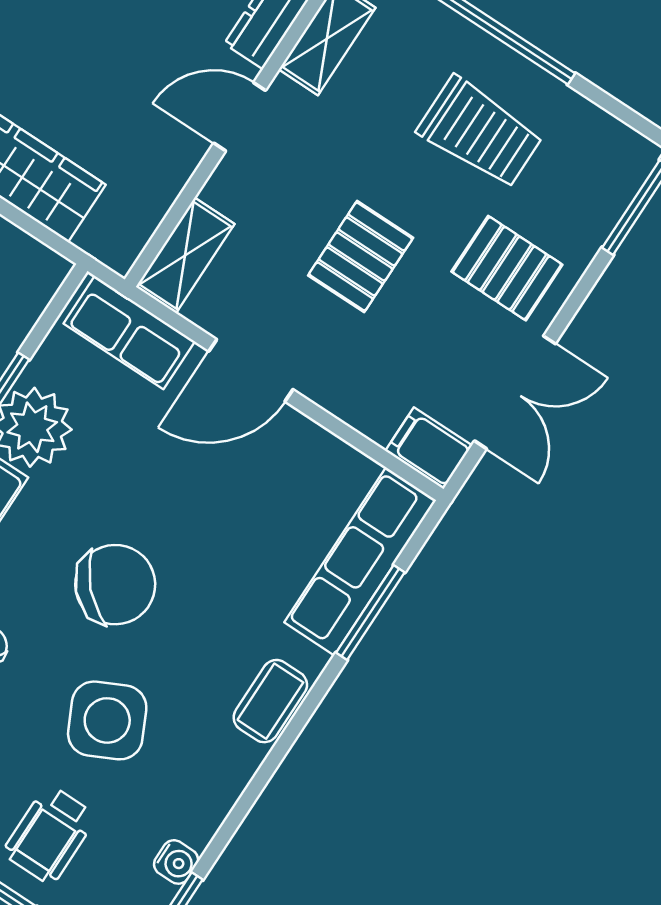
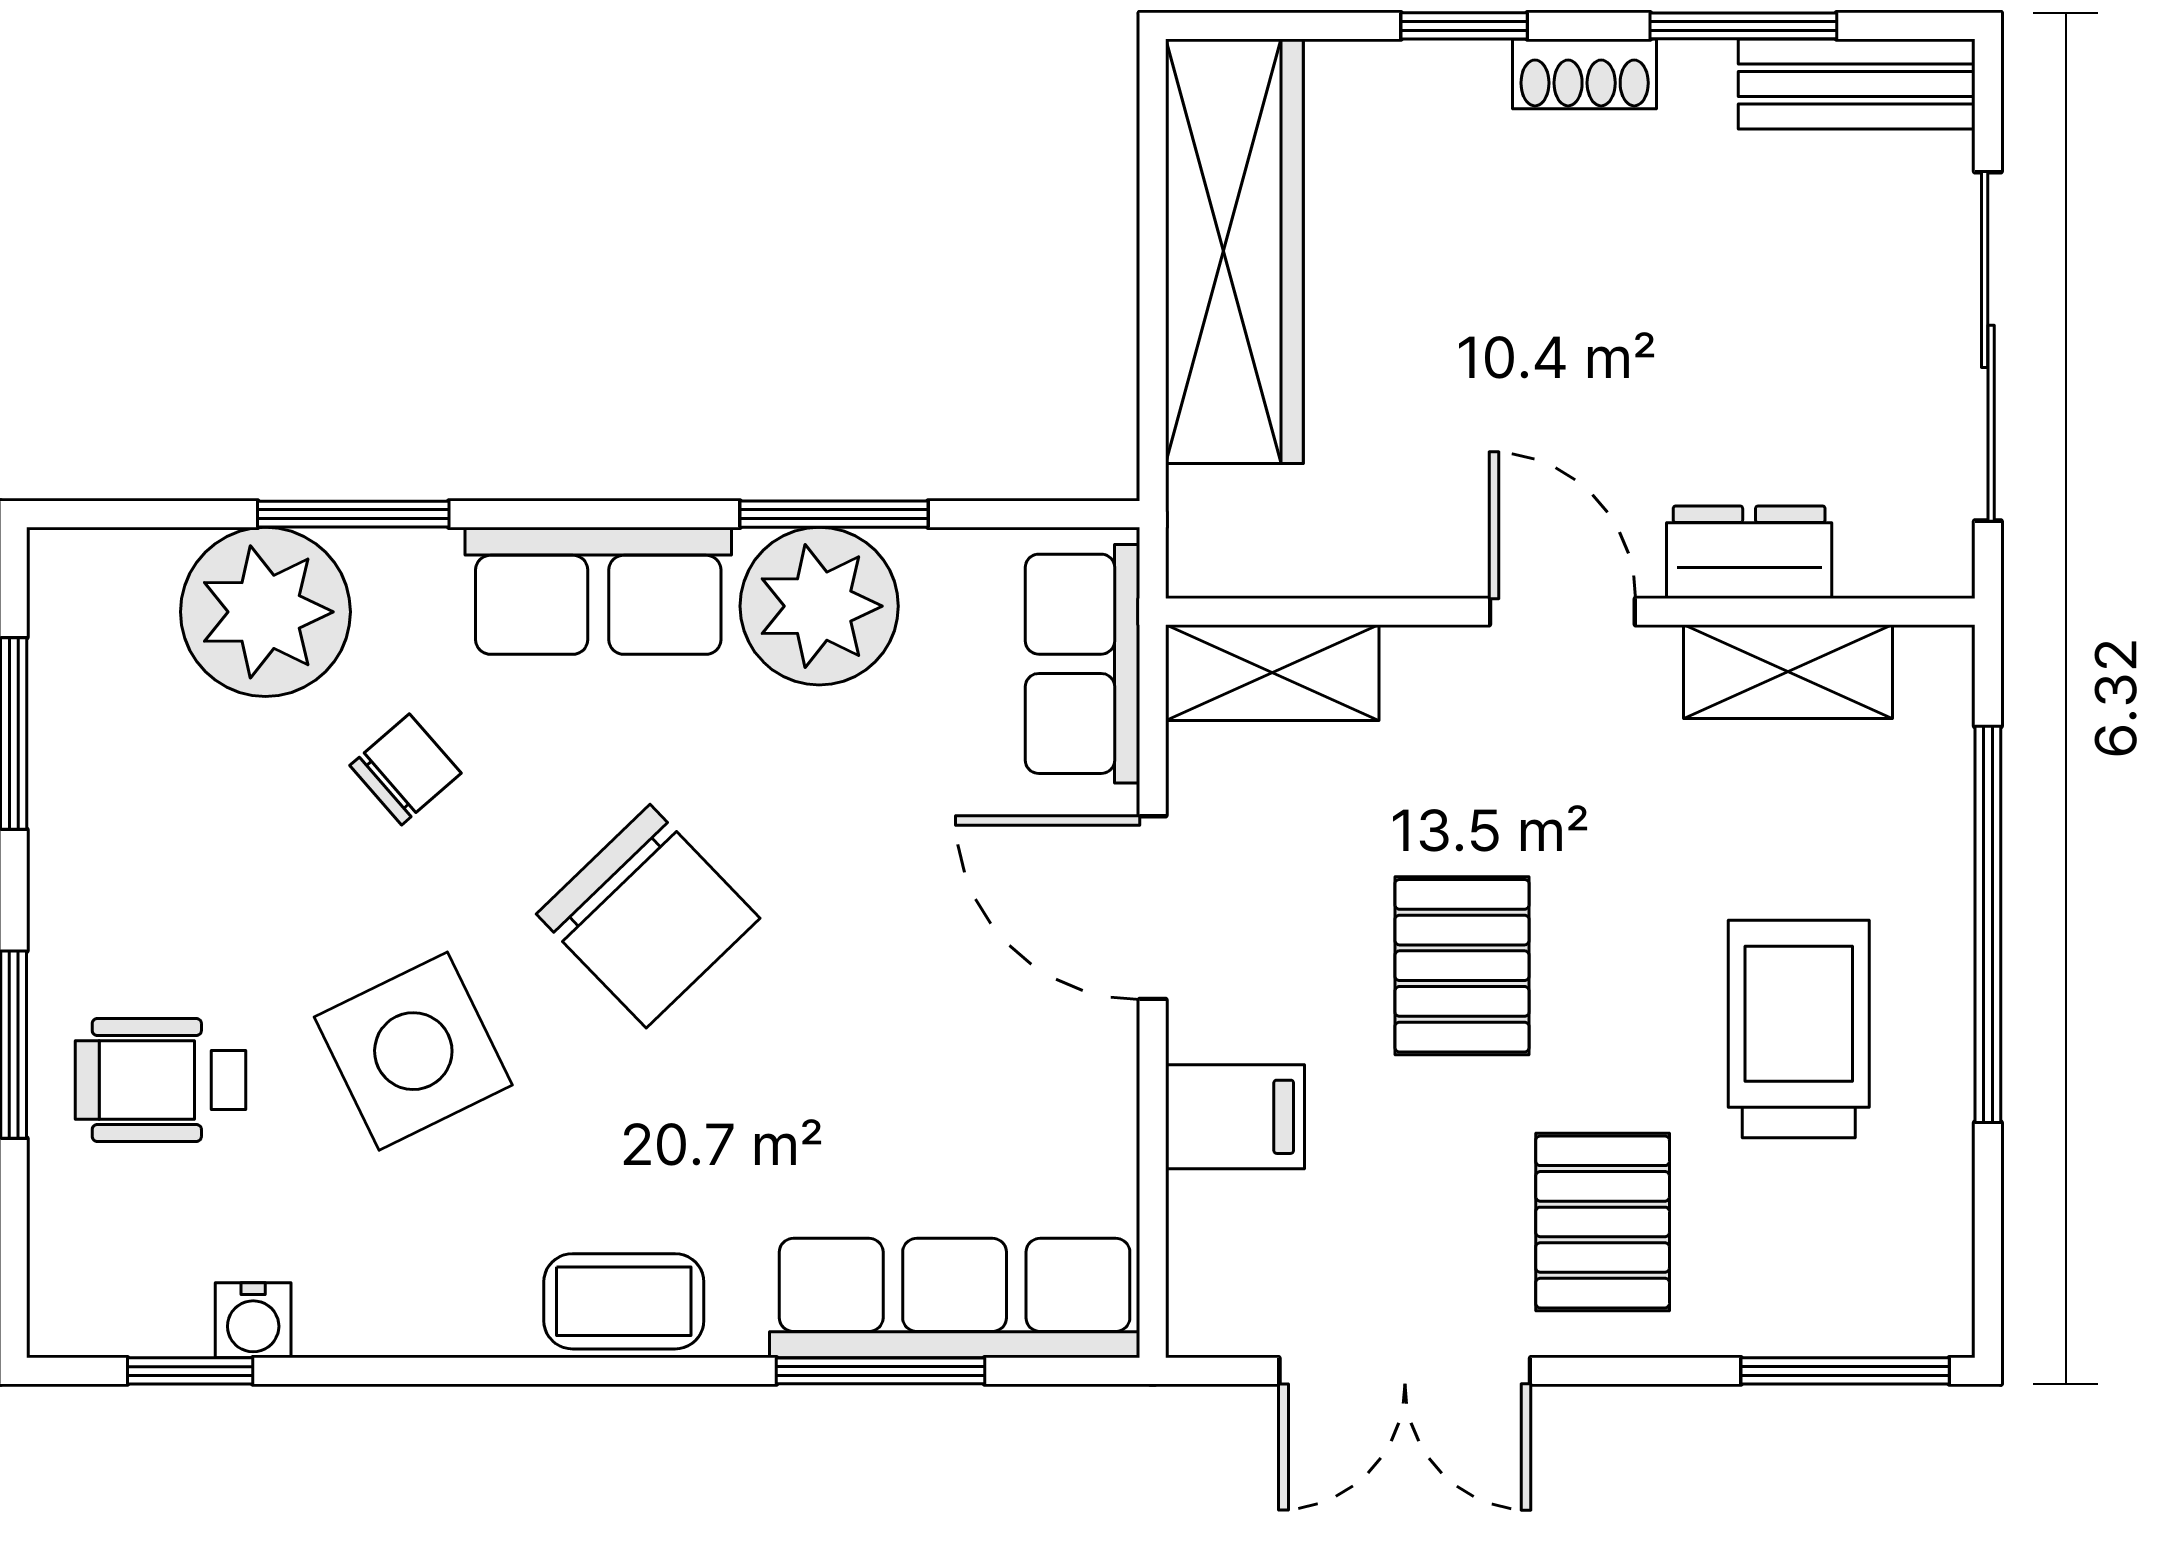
trolley: (480, 133) -> (1799, 1029), turned 180
pallet: (361, 257) -> (1462, 966), turned 90
filing cabinet: (429, 448) -> (1235, 1117), moved, turned 90

